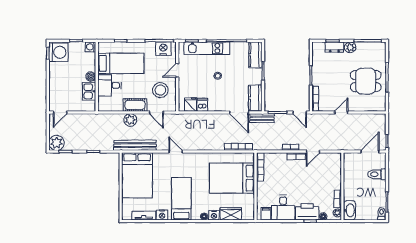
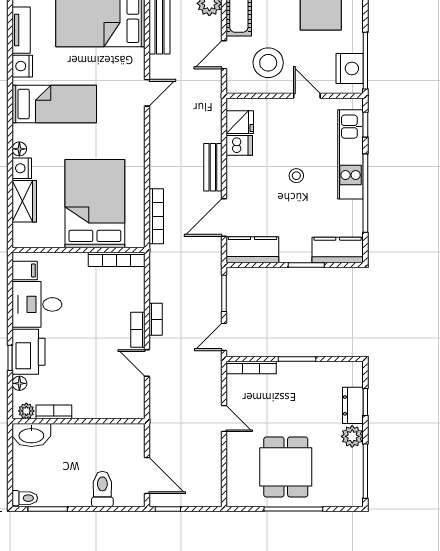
bench: (262, 118) -> (213, 167), moved

